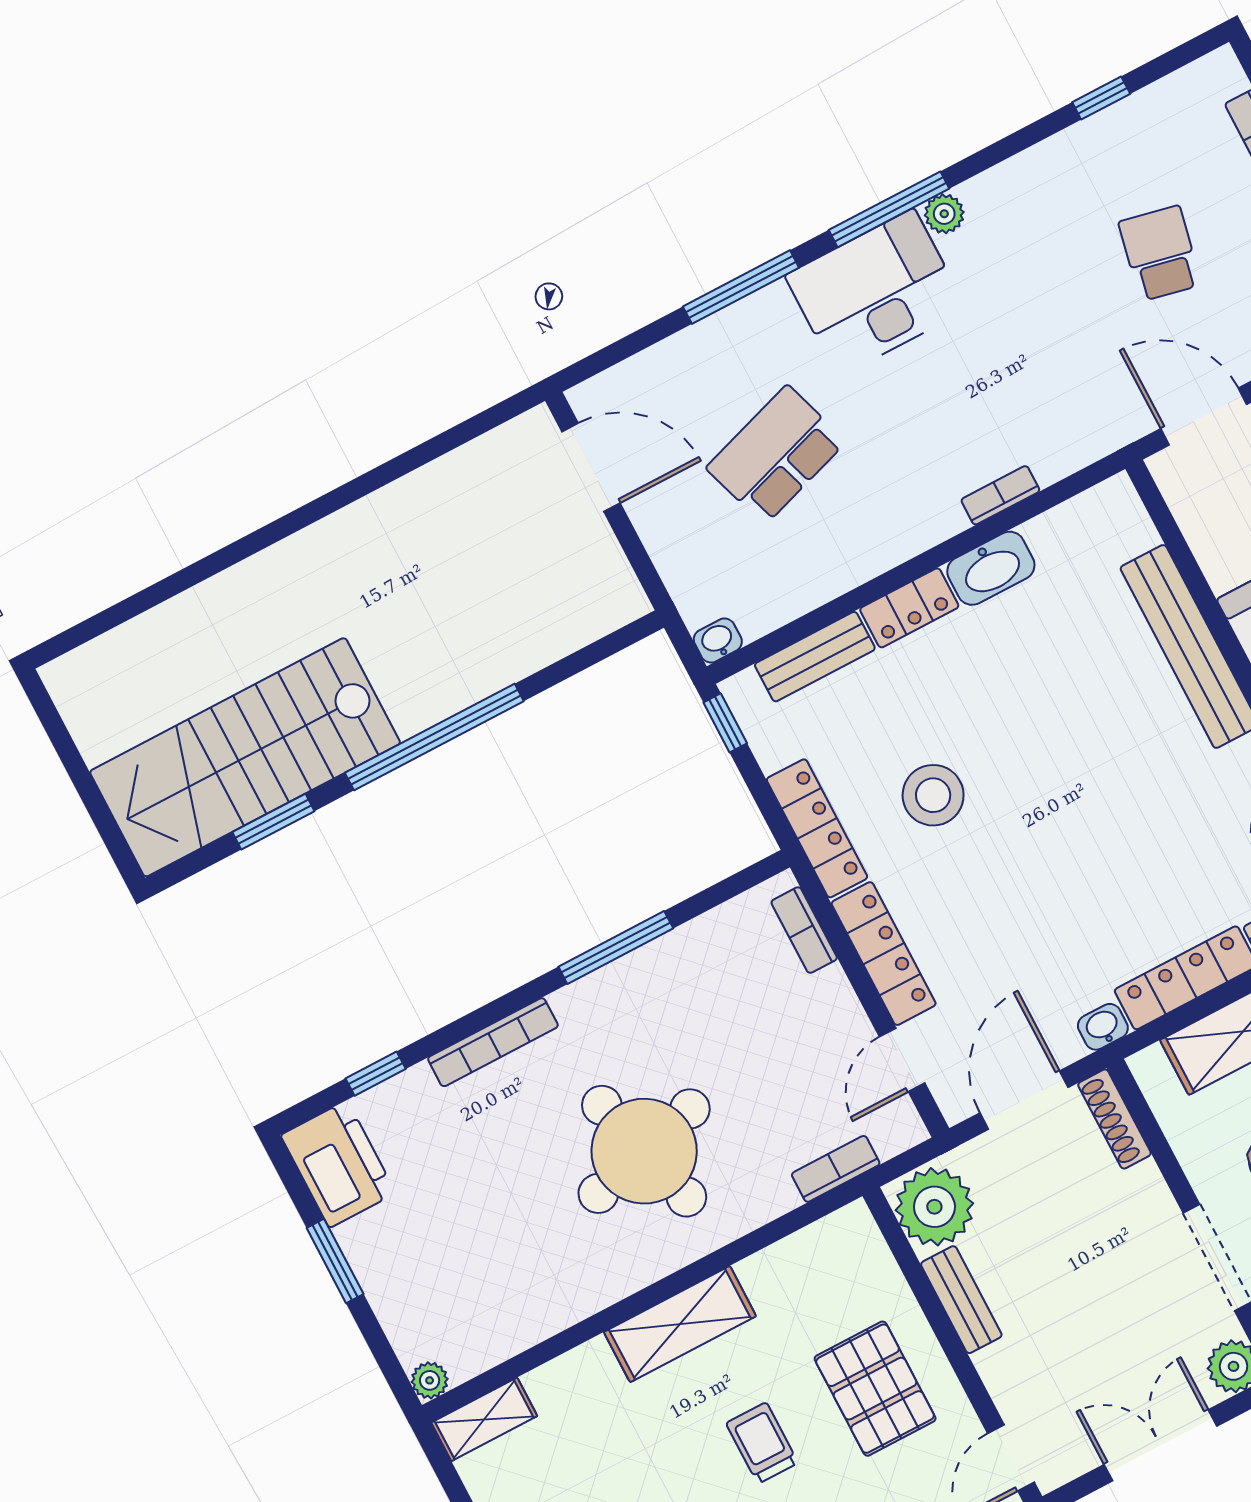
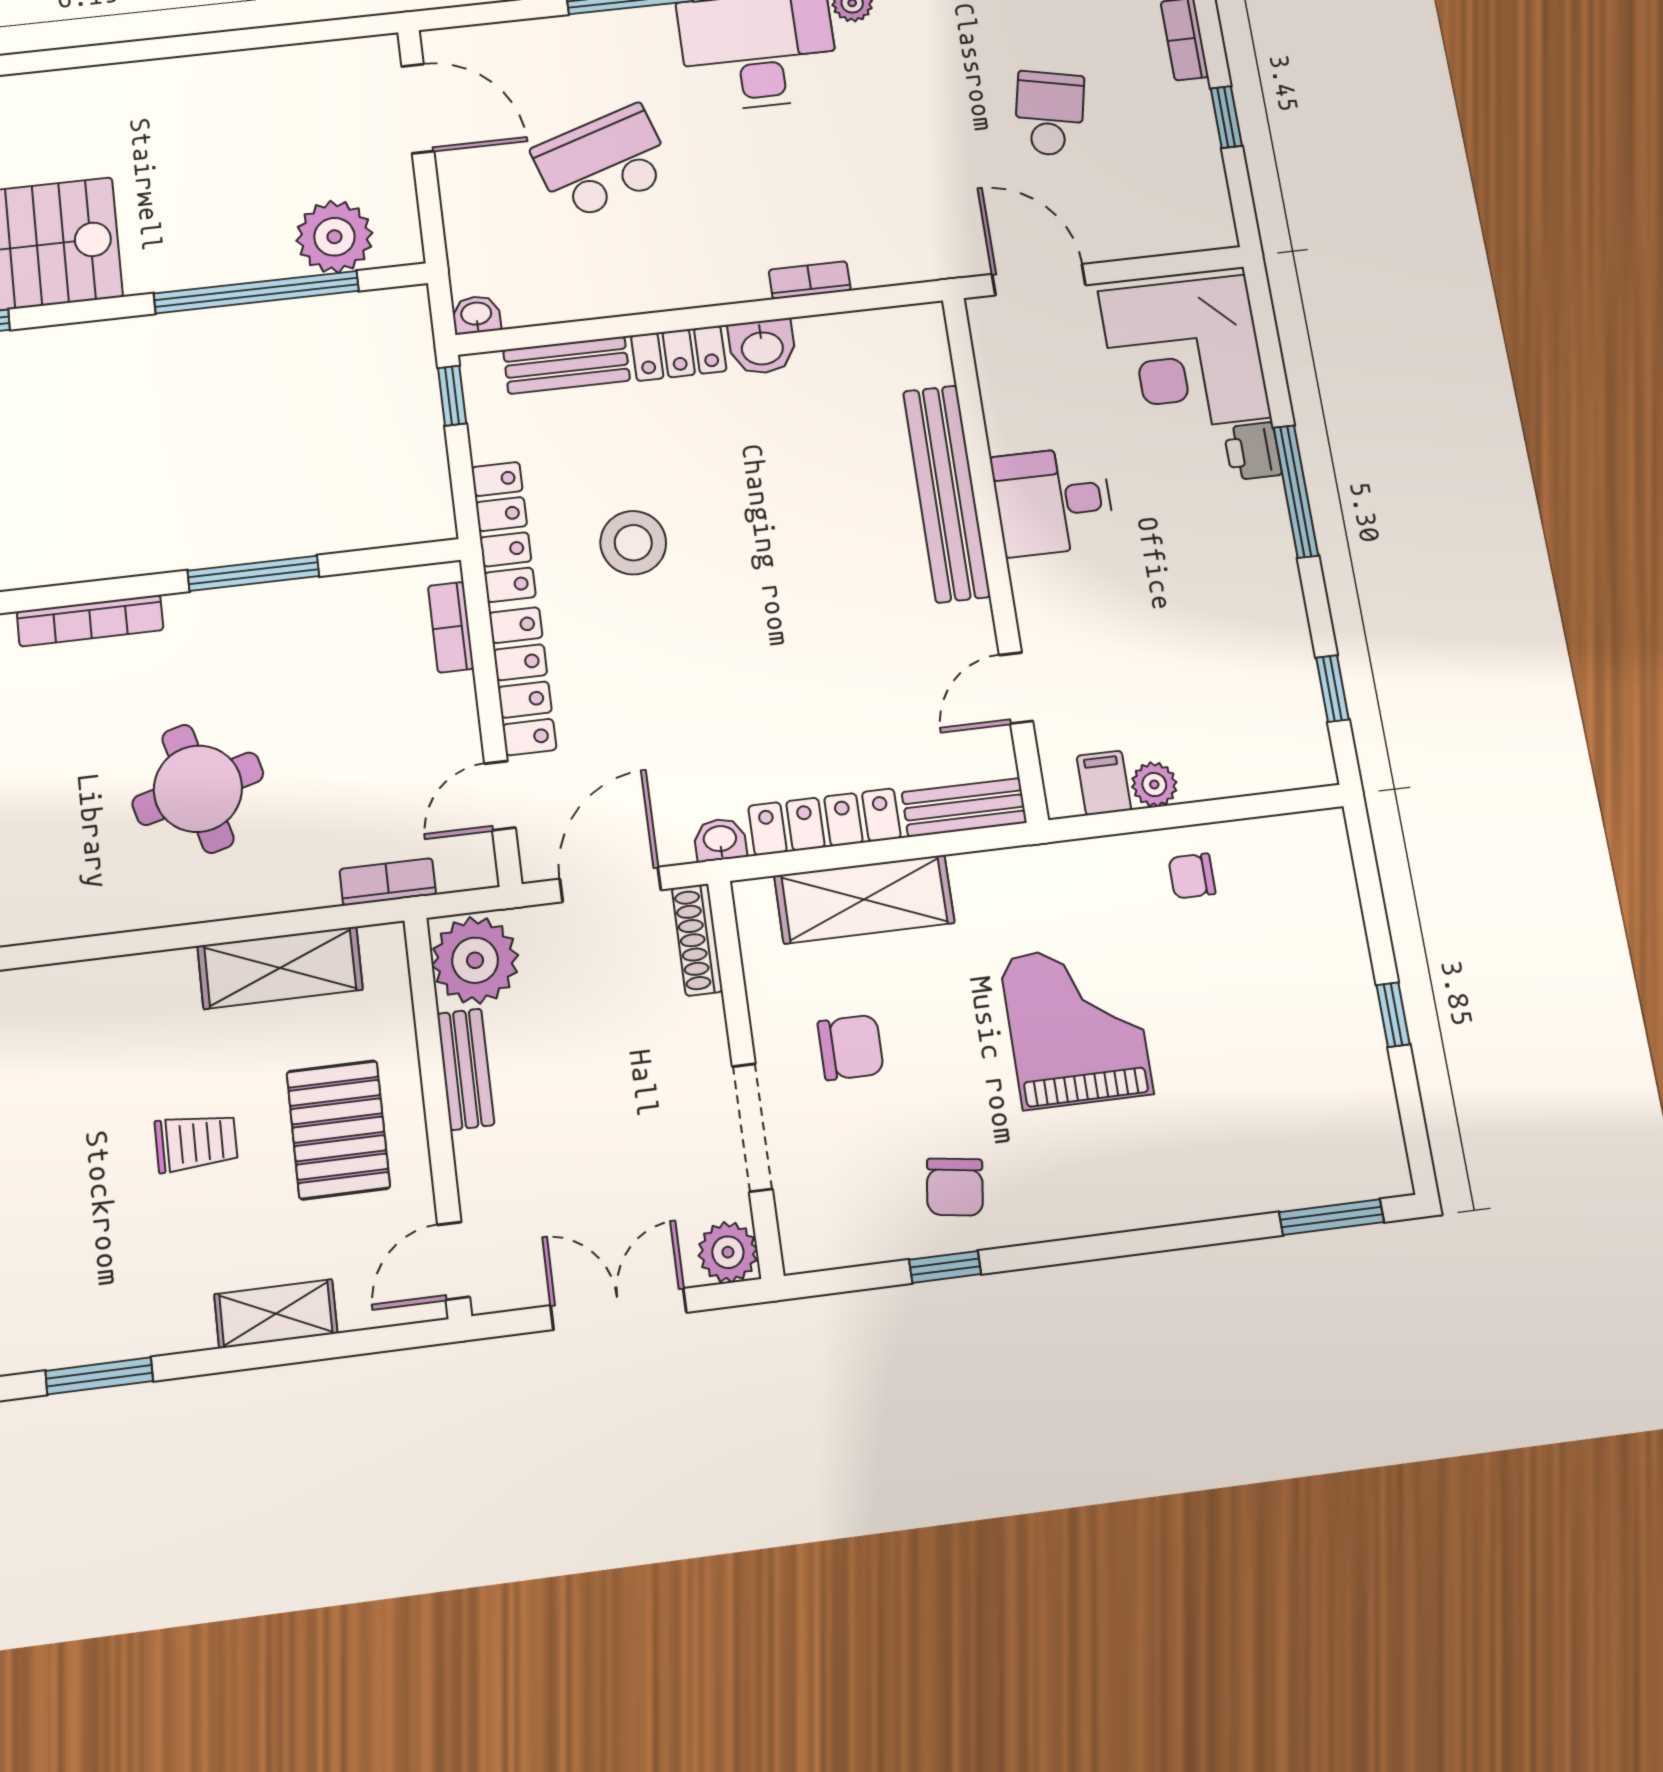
washbasin: (991, 568) -> (762, 347), width x0.72
plant: (564, 616) -> (334, 237), added
window: (434, 737) -> (256, 292), moved
round table: (644, 1151) -> (198, 789), width x0.73, depth x0.73
shelving: (680, 1324) -> (280, 968), moved
trolley: (762, 1443) -> (196, 1142), turned 90

